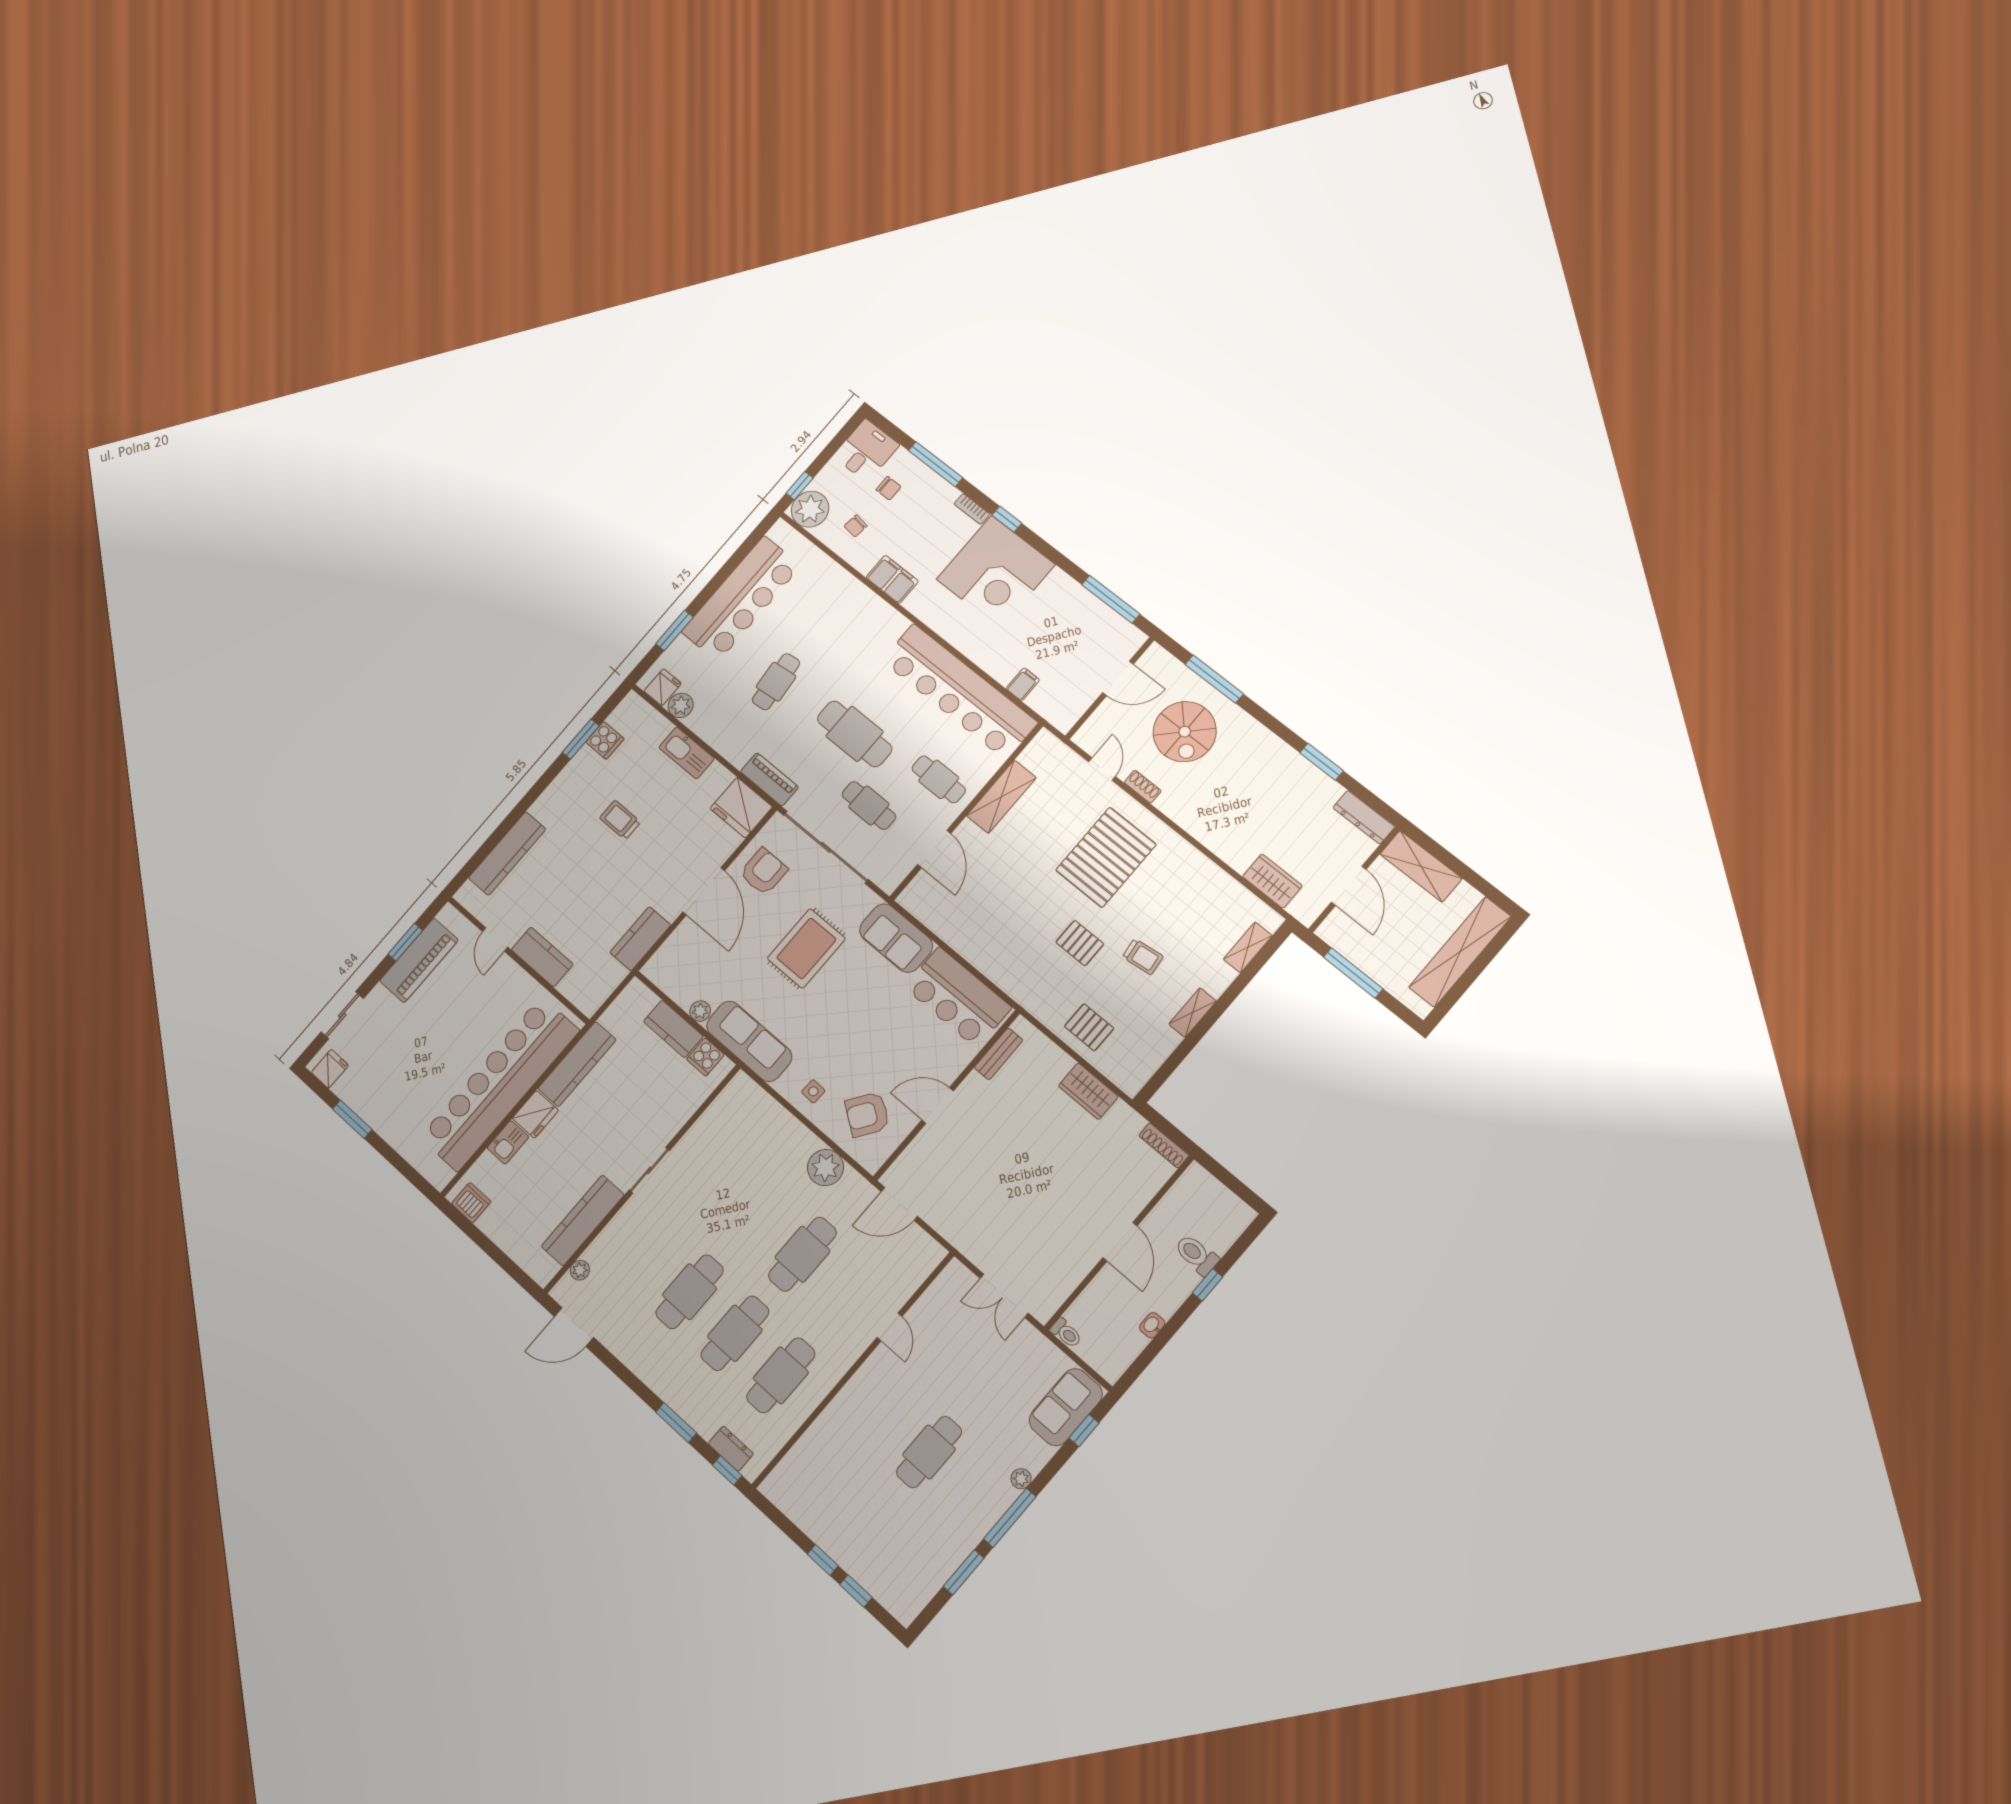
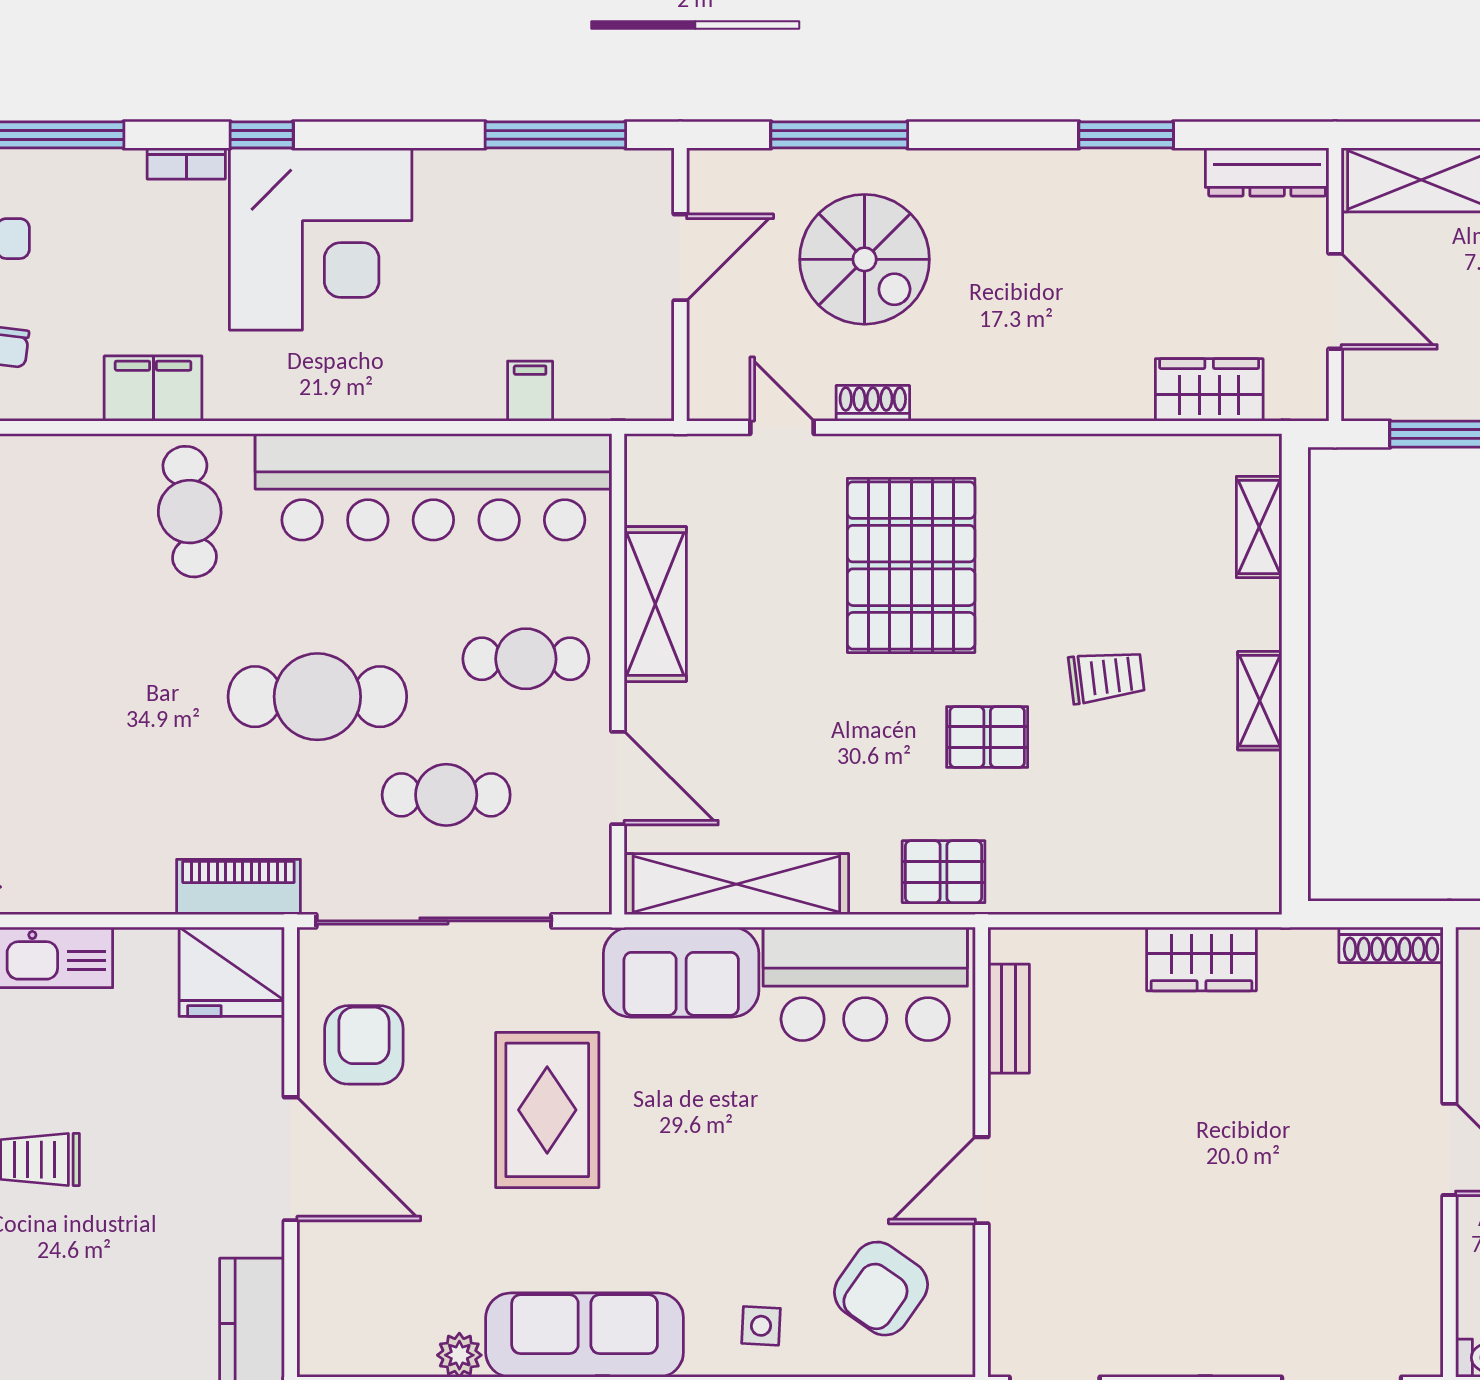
cafe table: (776, 682) -> (190, 512), moved
shelving: (943, 922) -> (736, 884), added
pallet: (1089, 1027) -> (944, 872), moved

